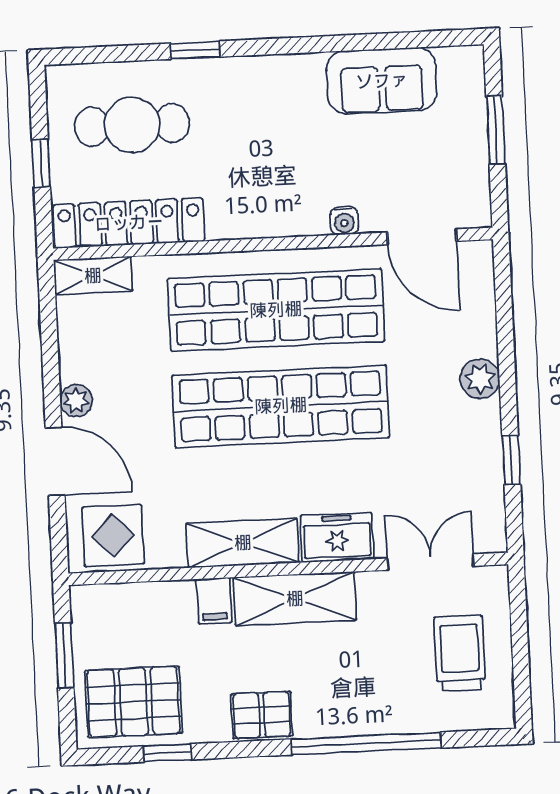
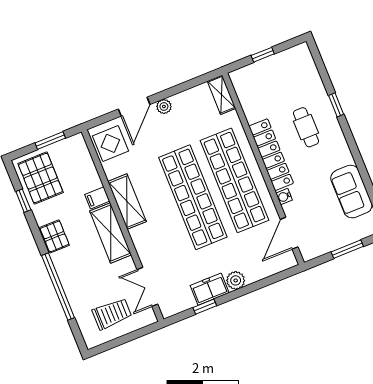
cafe table: (132, 125) -> (306, 127), moved, width x0.73, depth x0.74
locker: (129, 223) -> (271, 155), moved
freezer: (337, 537) -> (210, 289), moved, turned -90
double door: (430, 562) -> (147, 287), swing flipped

